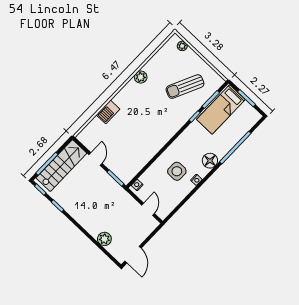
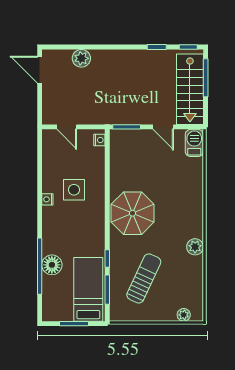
barbecue: (108, 112) -> (194, 143), moved
parasol: (157, 128) -> (133, 213), added
floor lamp: (210, 161) -> (52, 265), moved

